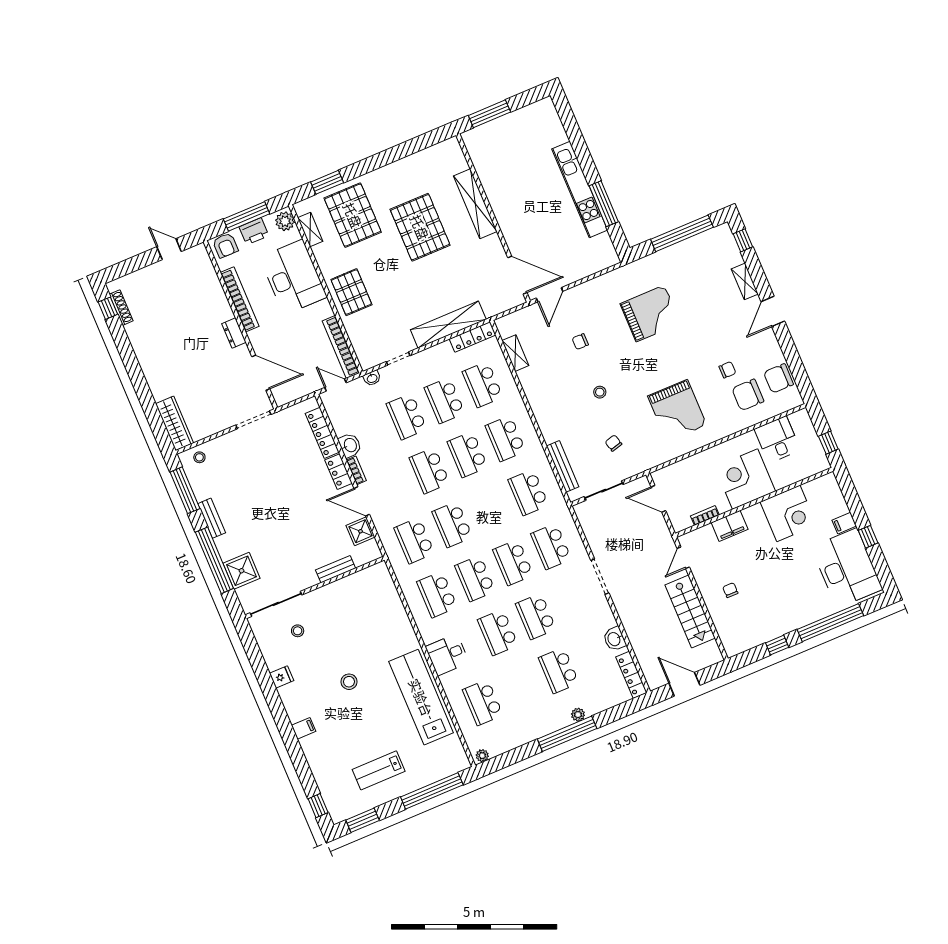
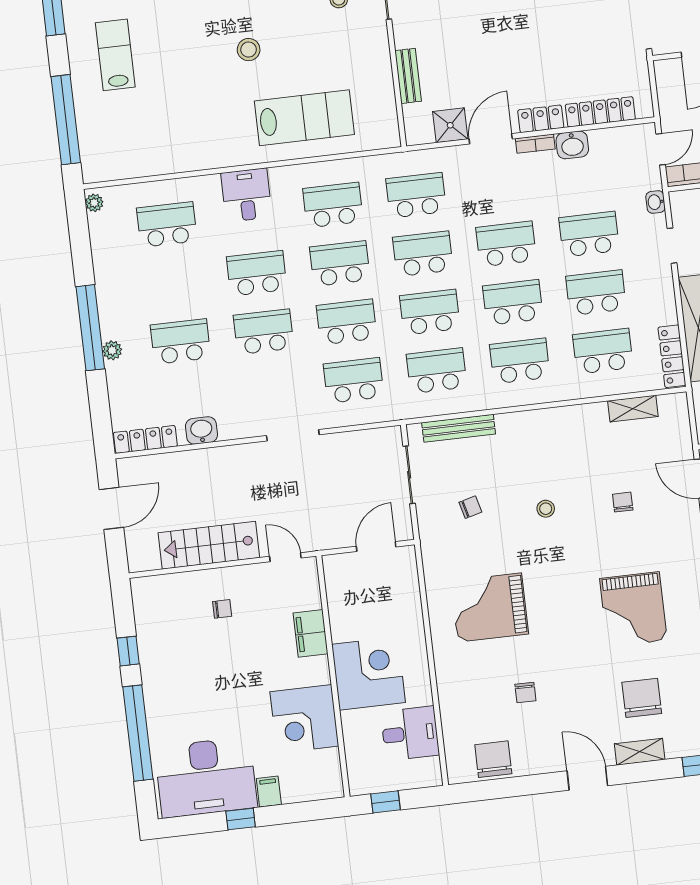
chair: (748, 395) -> (642, 698), moved
school desk: (490, 508) -> (430, 312), added
bookcase: (705, 516) -> (335, 604), removed
lab bench: (421, 697) -> (304, 118), moved, width x0.73

